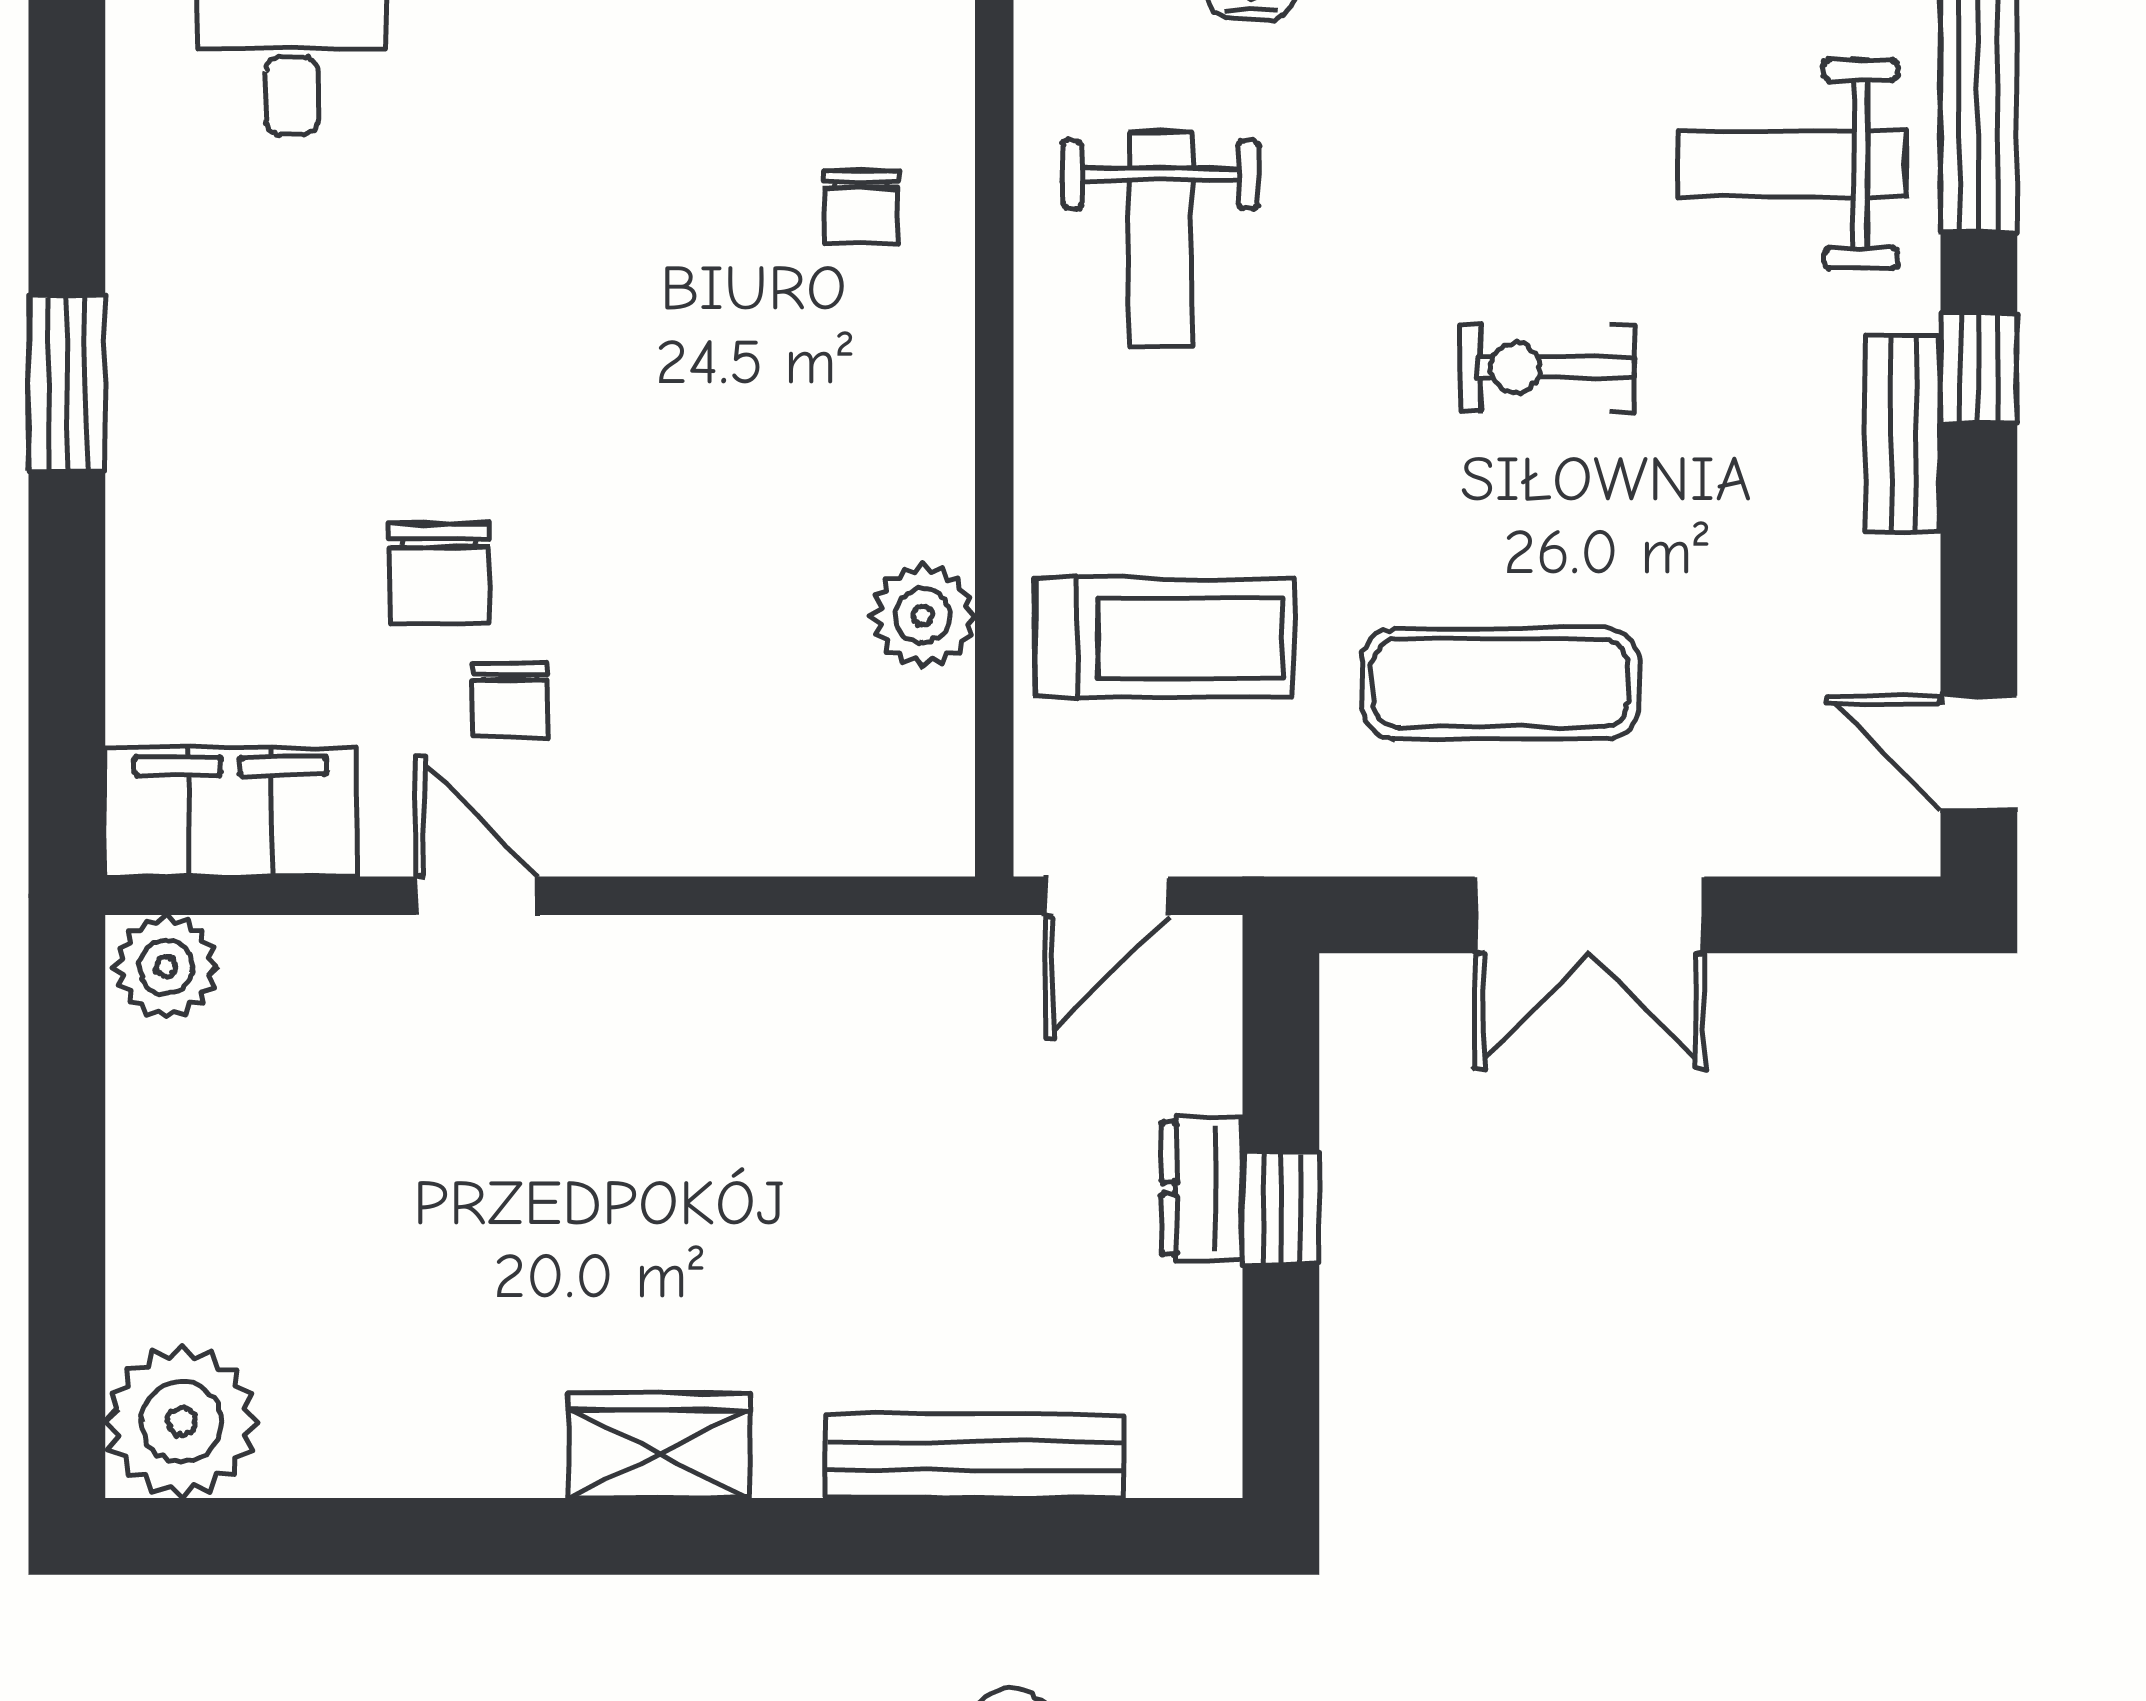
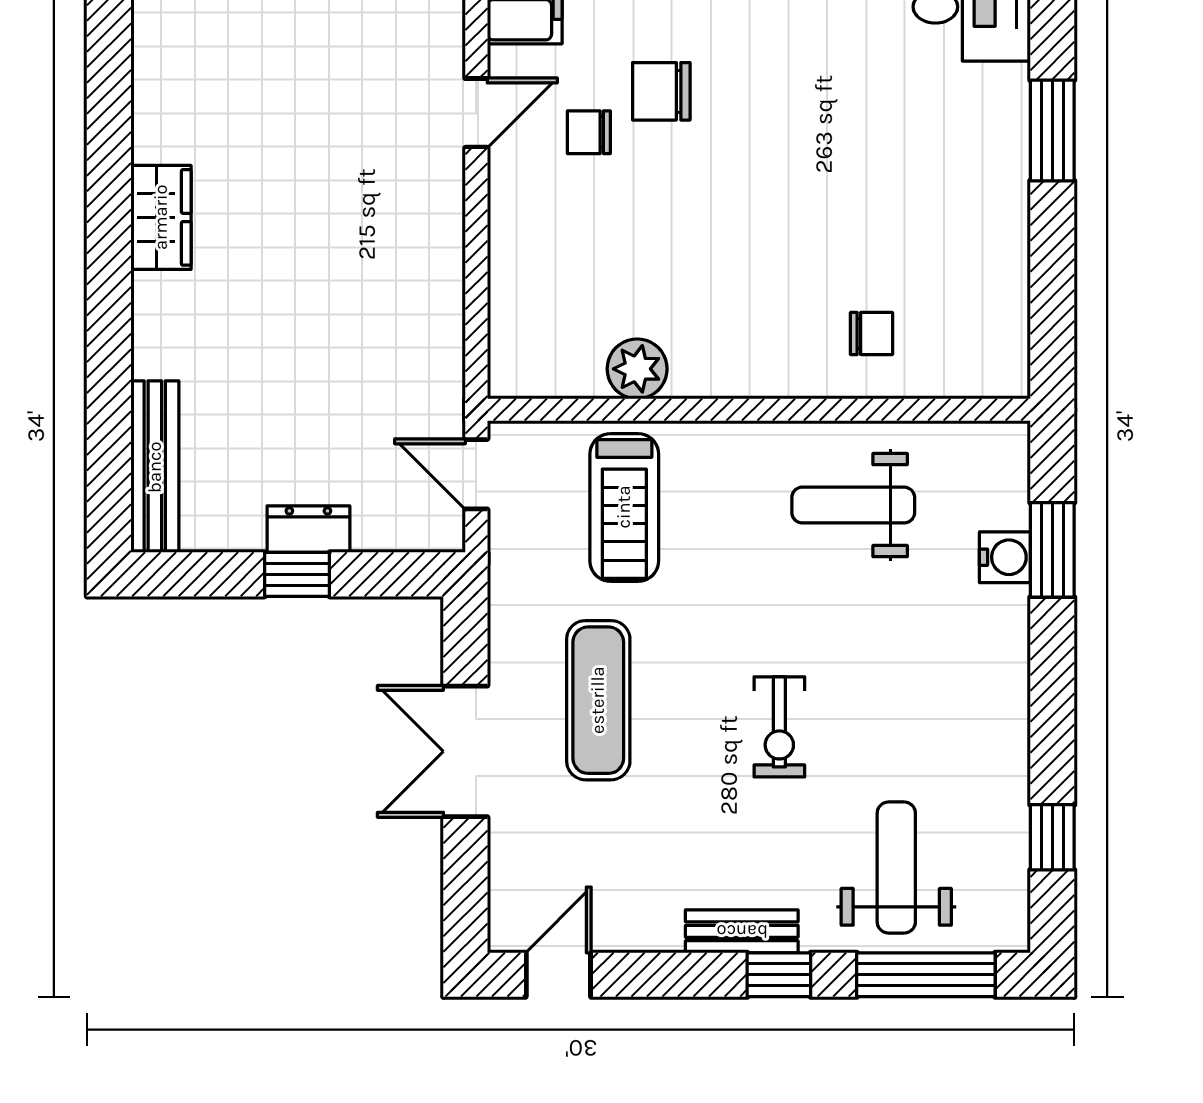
chair: (861, 207) -> (872, 333), turned 180
exercise bike: (1547, 368) -> (779, 727), turned 180
bench: (975, 1456) -> (155, 467), moved

